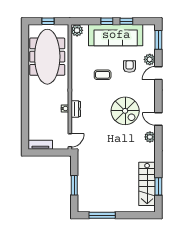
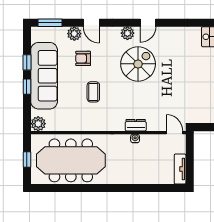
plant: (150, 137) -> (127, 33), moved

